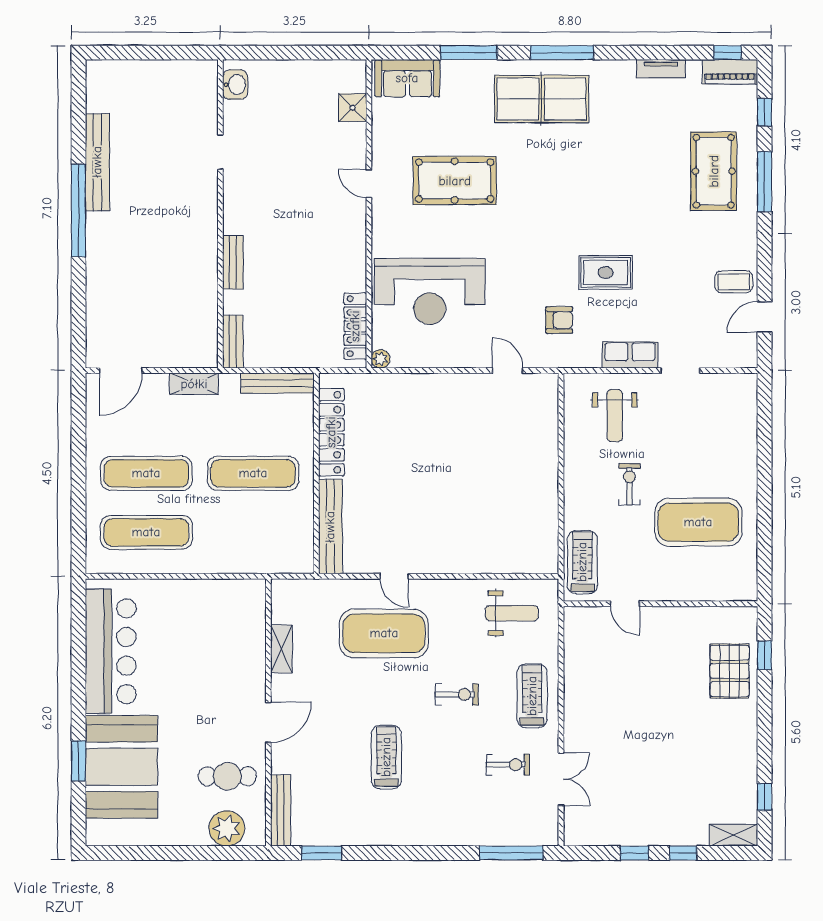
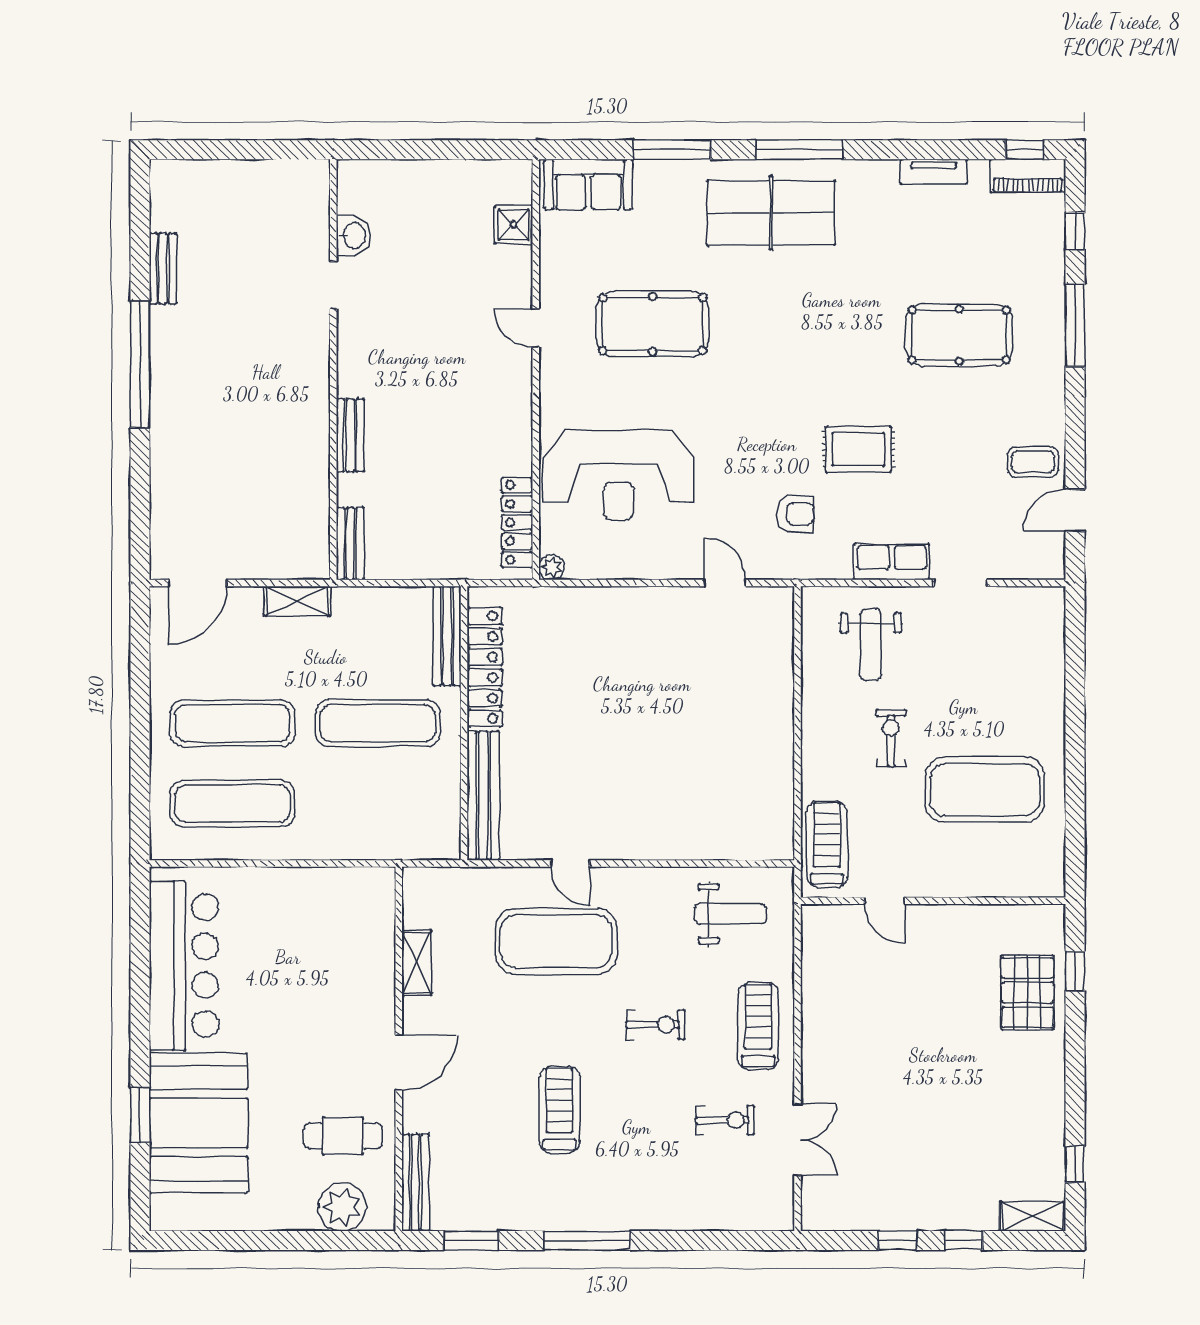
washbasin: (235, 85) -> (353, 235), moved
bench: (97, 162) -> (163, 269), width x0.54, depth x0.82
pool table: (714, 171) -> (959, 335), moved, turned 90
bench: (277, 383) -> (447, 636), moved, turned 90
window: (511, 853) -> (587, 1241), moved

